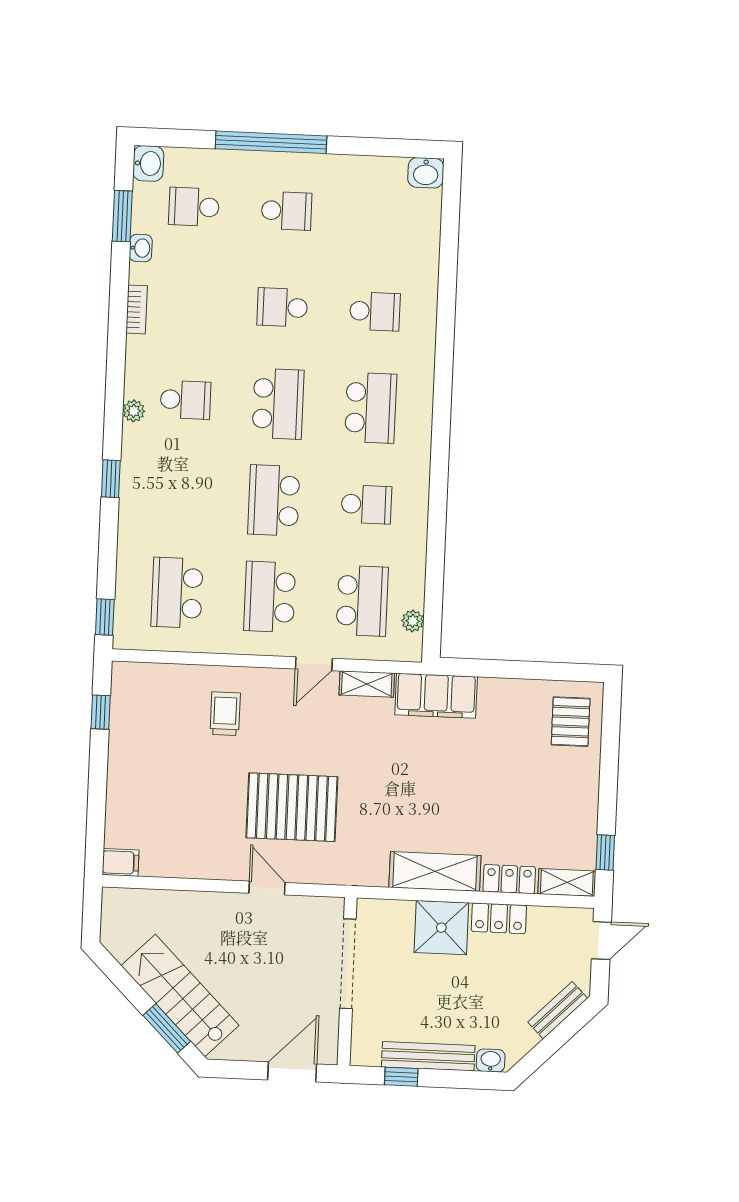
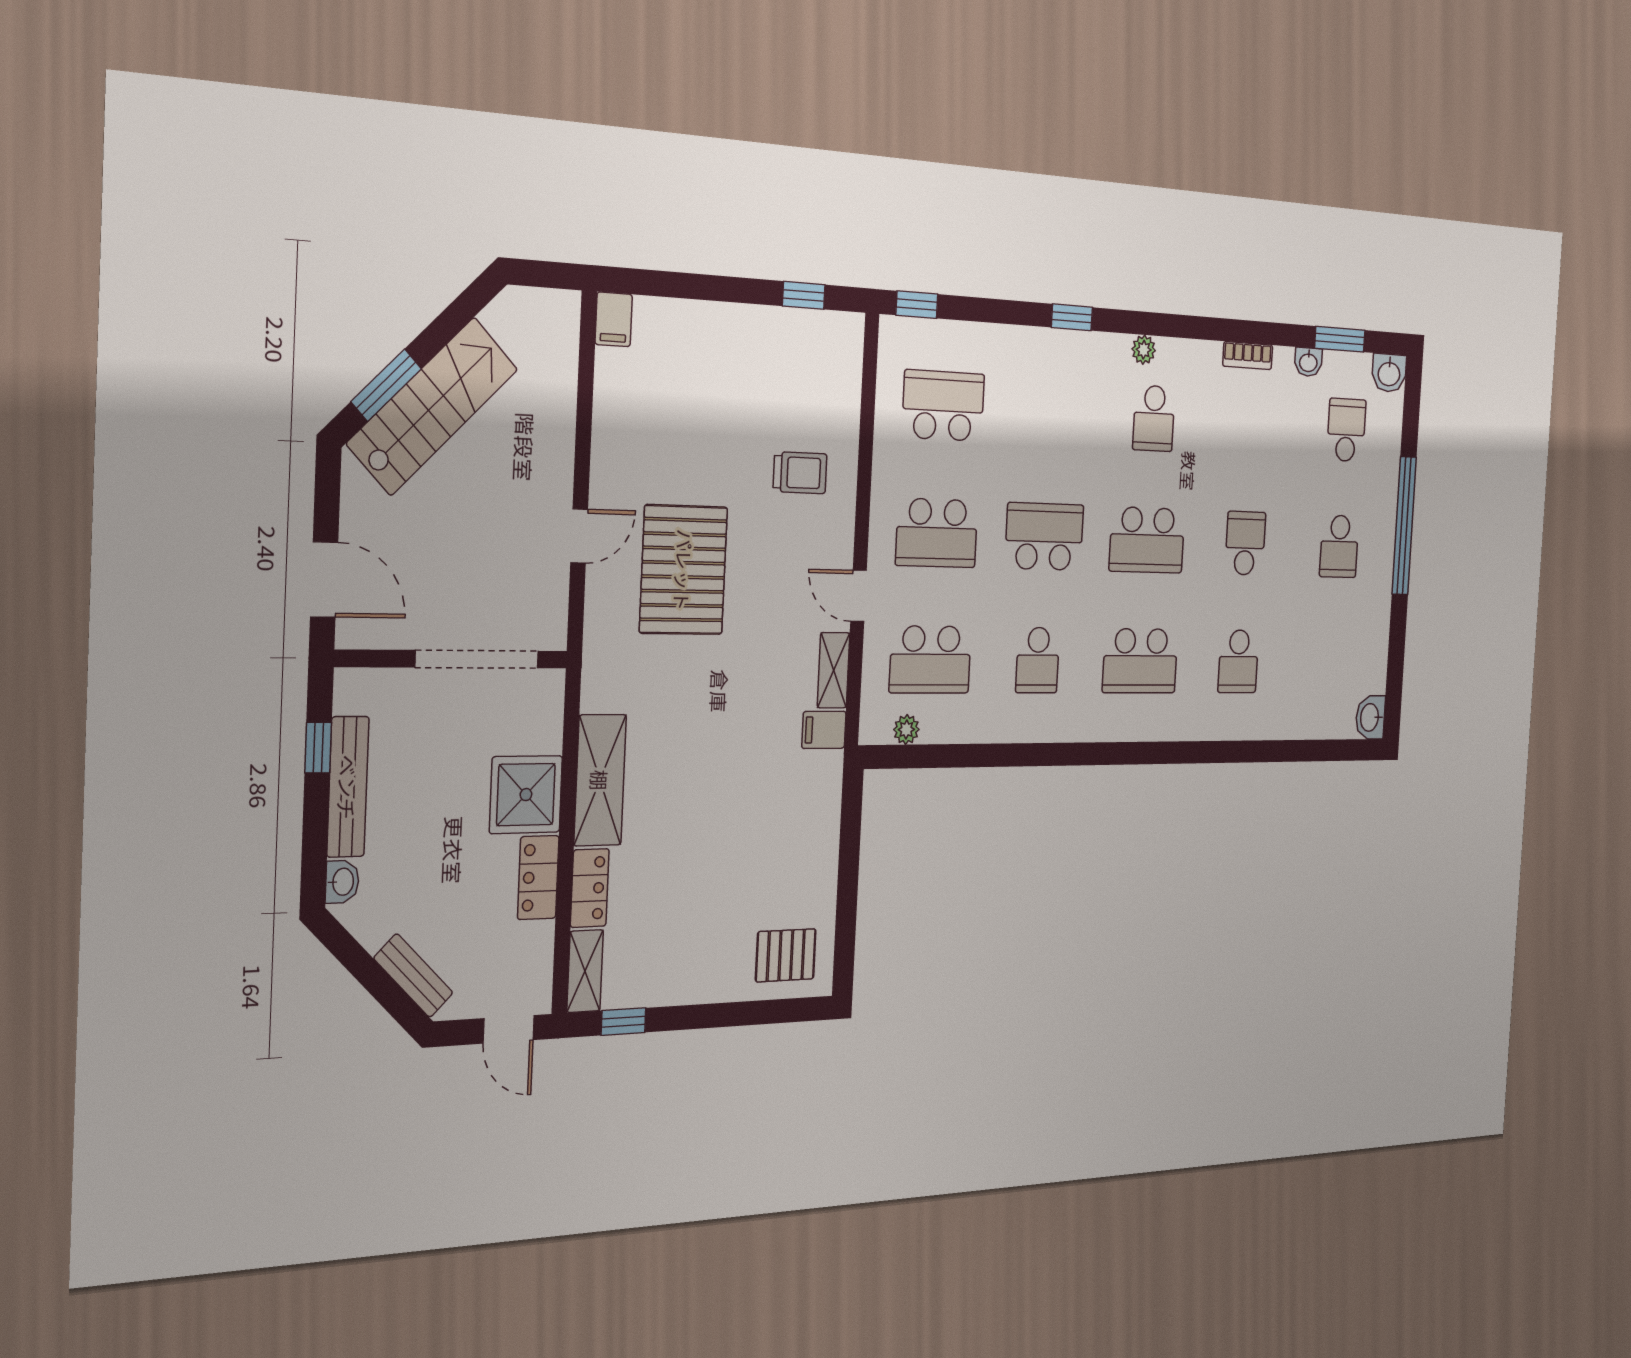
school desk: (270, 597) -> (937, 533), turned 180
filing cabinet: (436, 696) -> (824, 730), width x0.33, depth x0.86

